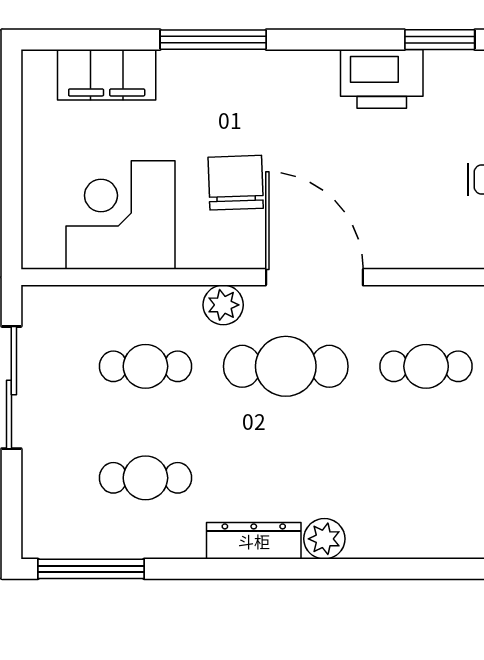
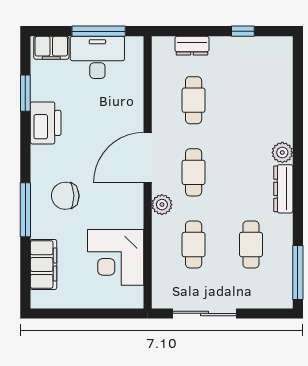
chair: (236, 183) -> (65, 196), moved
cafe table: (286, 366) -> (194, 172), width x0.73, depth x0.74

